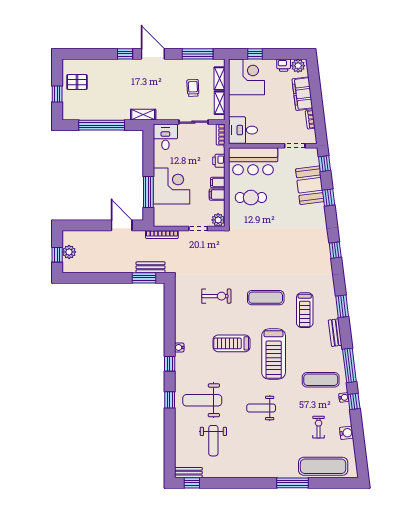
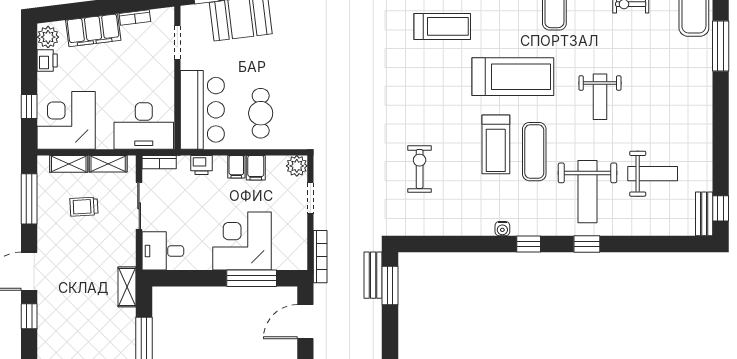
desk: (243, 130) -> (144, 126), width x1.37
exercise mat: (266, 298) -> (534, 152), moved

